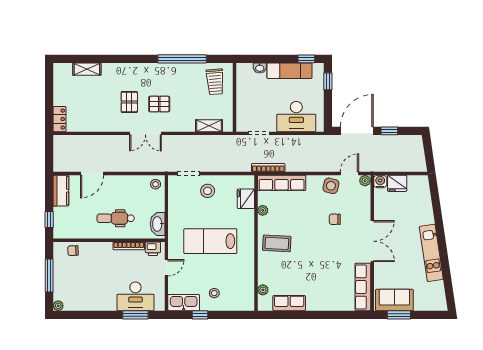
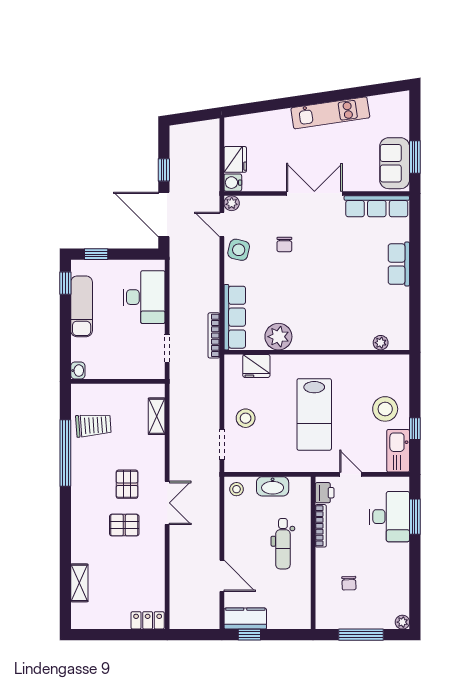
washbasin: (260, 68) -> (78, 371), moved
trolley: (215, 82) -> (93, 425), moved
plant: (263, 210) -> (278, 337), width x1.88, depth x1.88
window: (49, 220) -> (249, 635), moved
washbasin: (158, 224) -> (273, 486), moved
coffee table: (277, 243) -> (317, 324), removed
chair: (73, 251) -> (349, 583), moved
stool: (214, 293) -> (385, 409), width x1.89, depth x1.89
row of seats: (289, 303) -> (399, 264), moved

